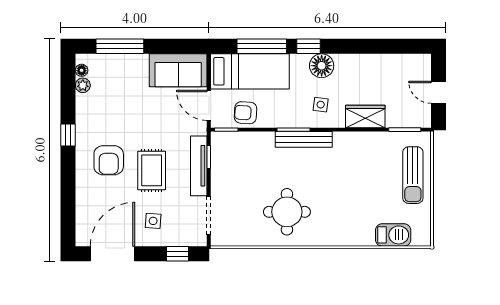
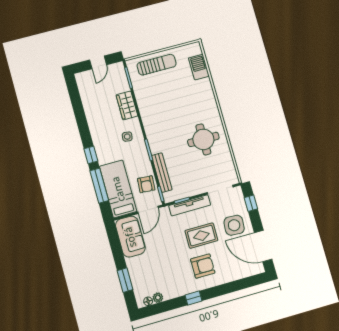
window: (120, 46) -> (125, 280), width x0.69
floor lamp: (322, 66) -> (101, 143), removed
bench: (304, 139) -> (162, 173), moved
side table: (153, 221) -> (234, 225), width x1.87, depth x1.87

